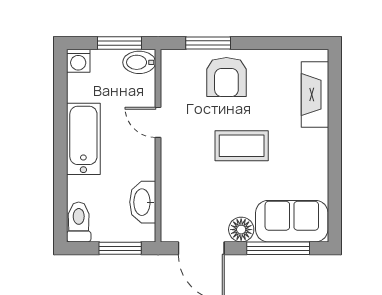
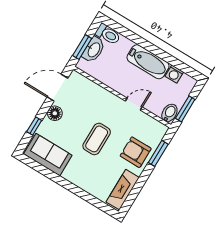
washing machine: (78, 61) -> (174, 74), moved, turned -90
fireplace: (315, 95) -> (123, 190), moved, turned -90
washbasin: (143, 202) -> (94, 50), moved, turned 90
sofa: (292, 221) -> (48, 155), moved, turned -90
window: (278, 248) -> (34, 126), width x0.46

